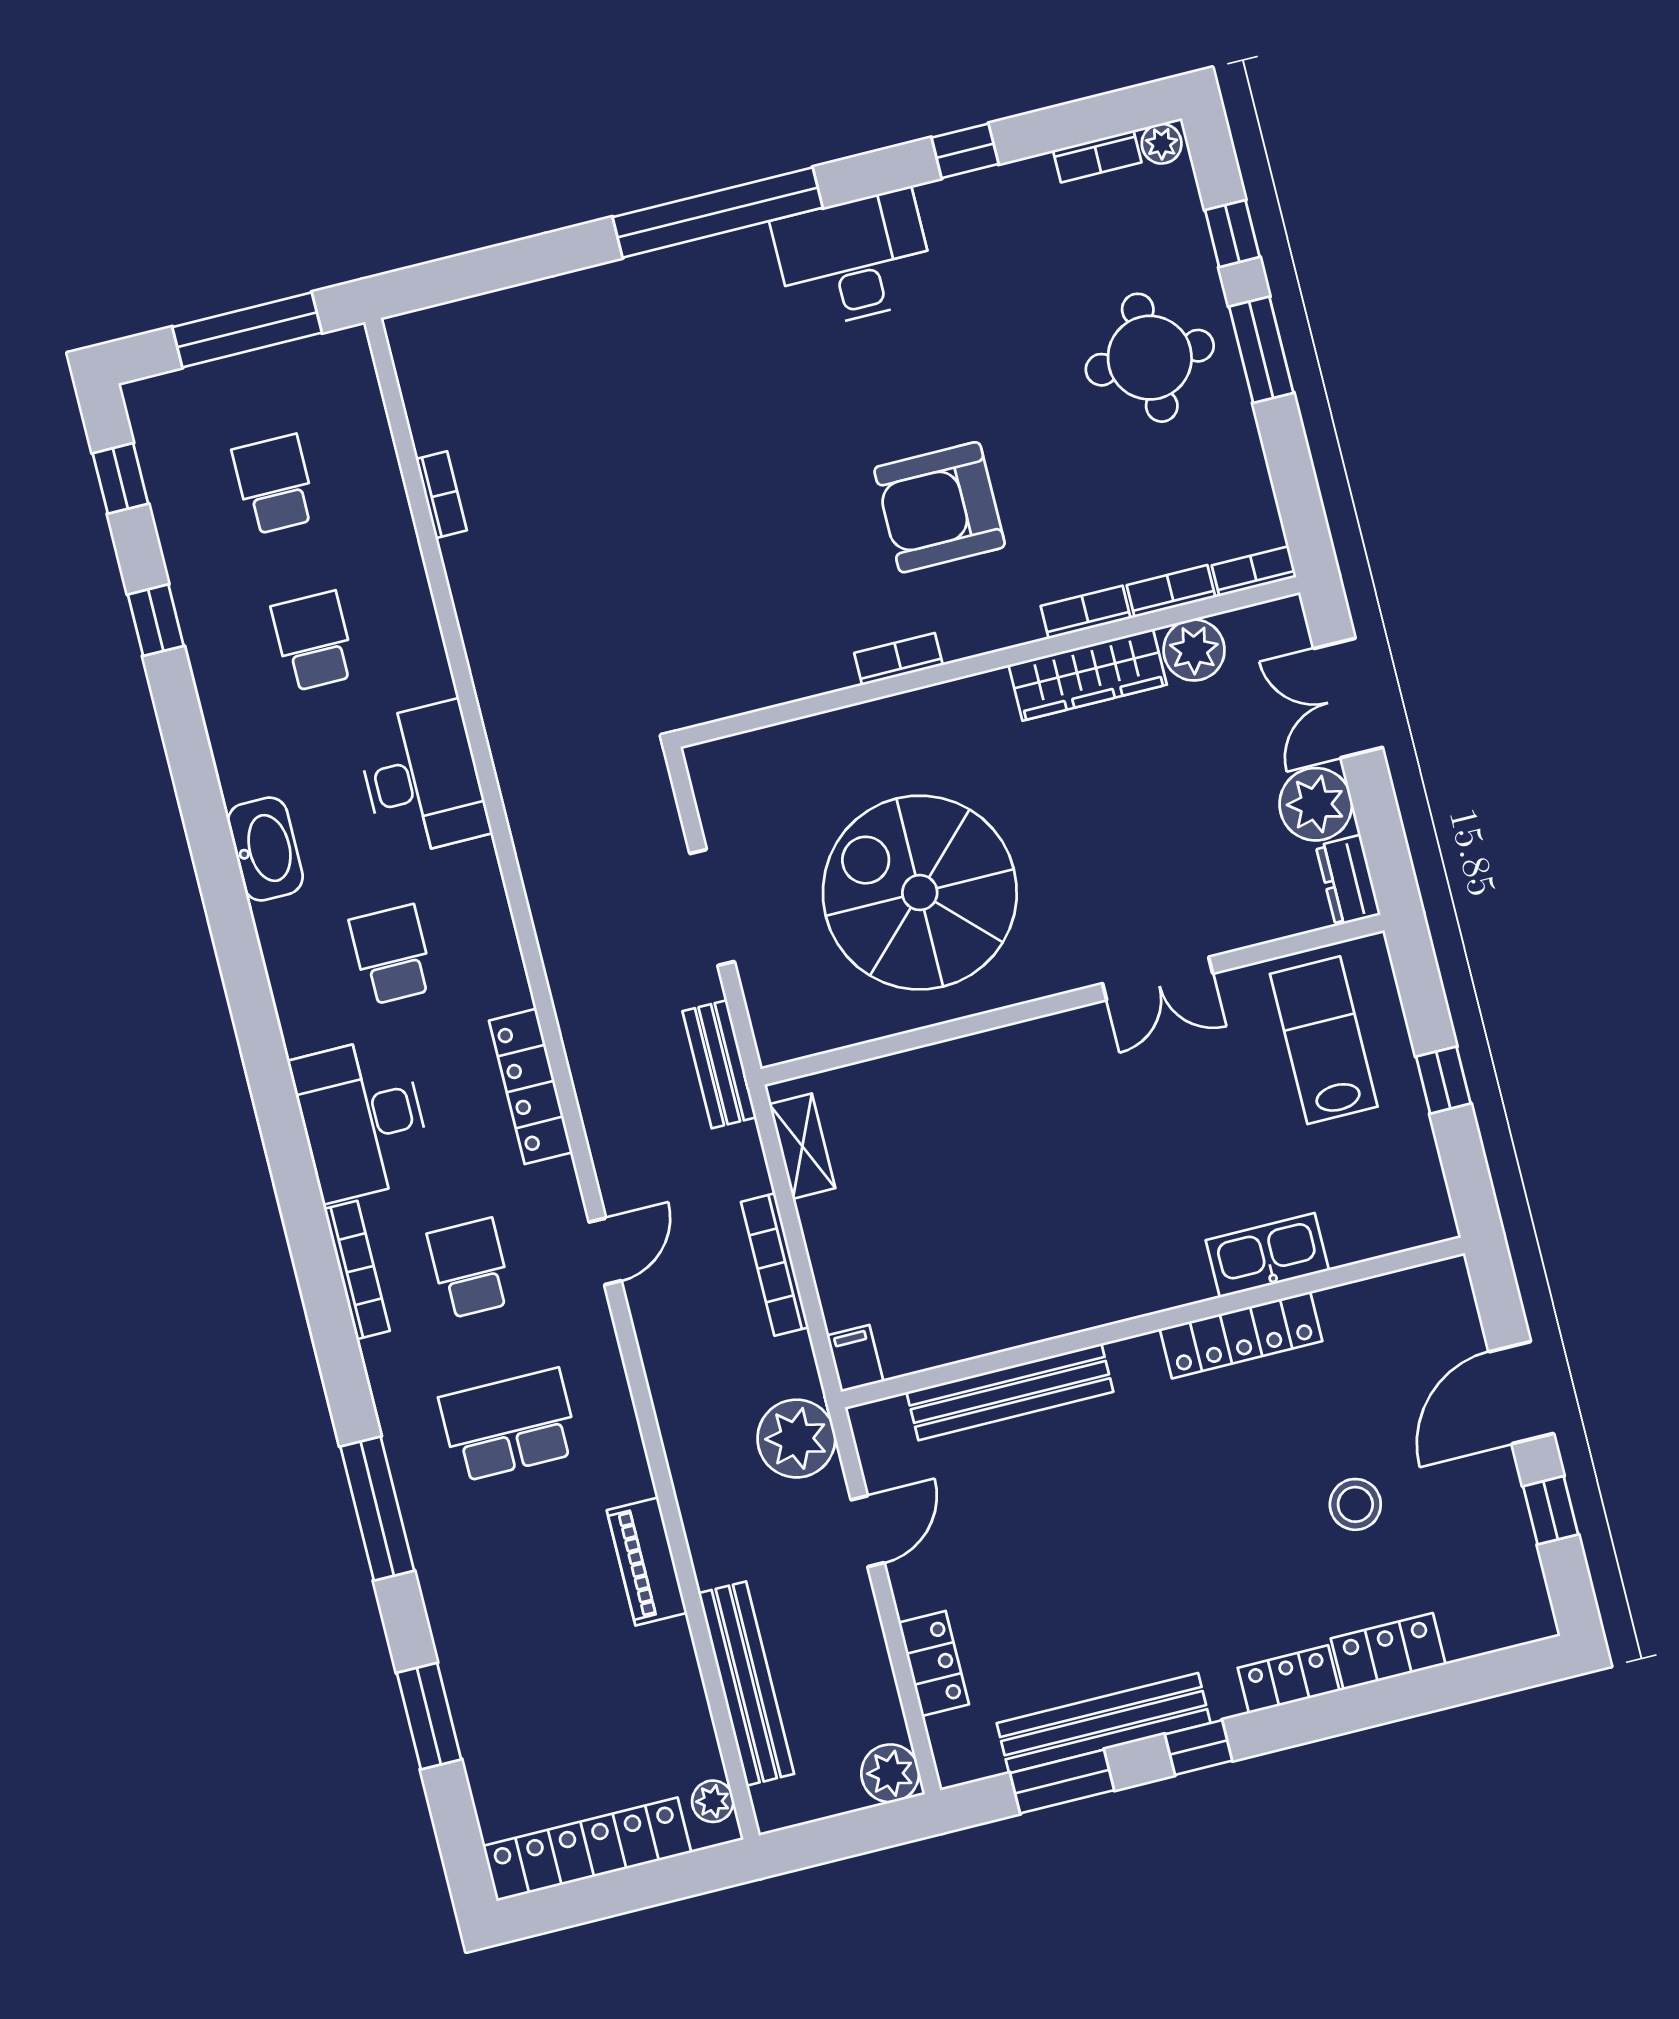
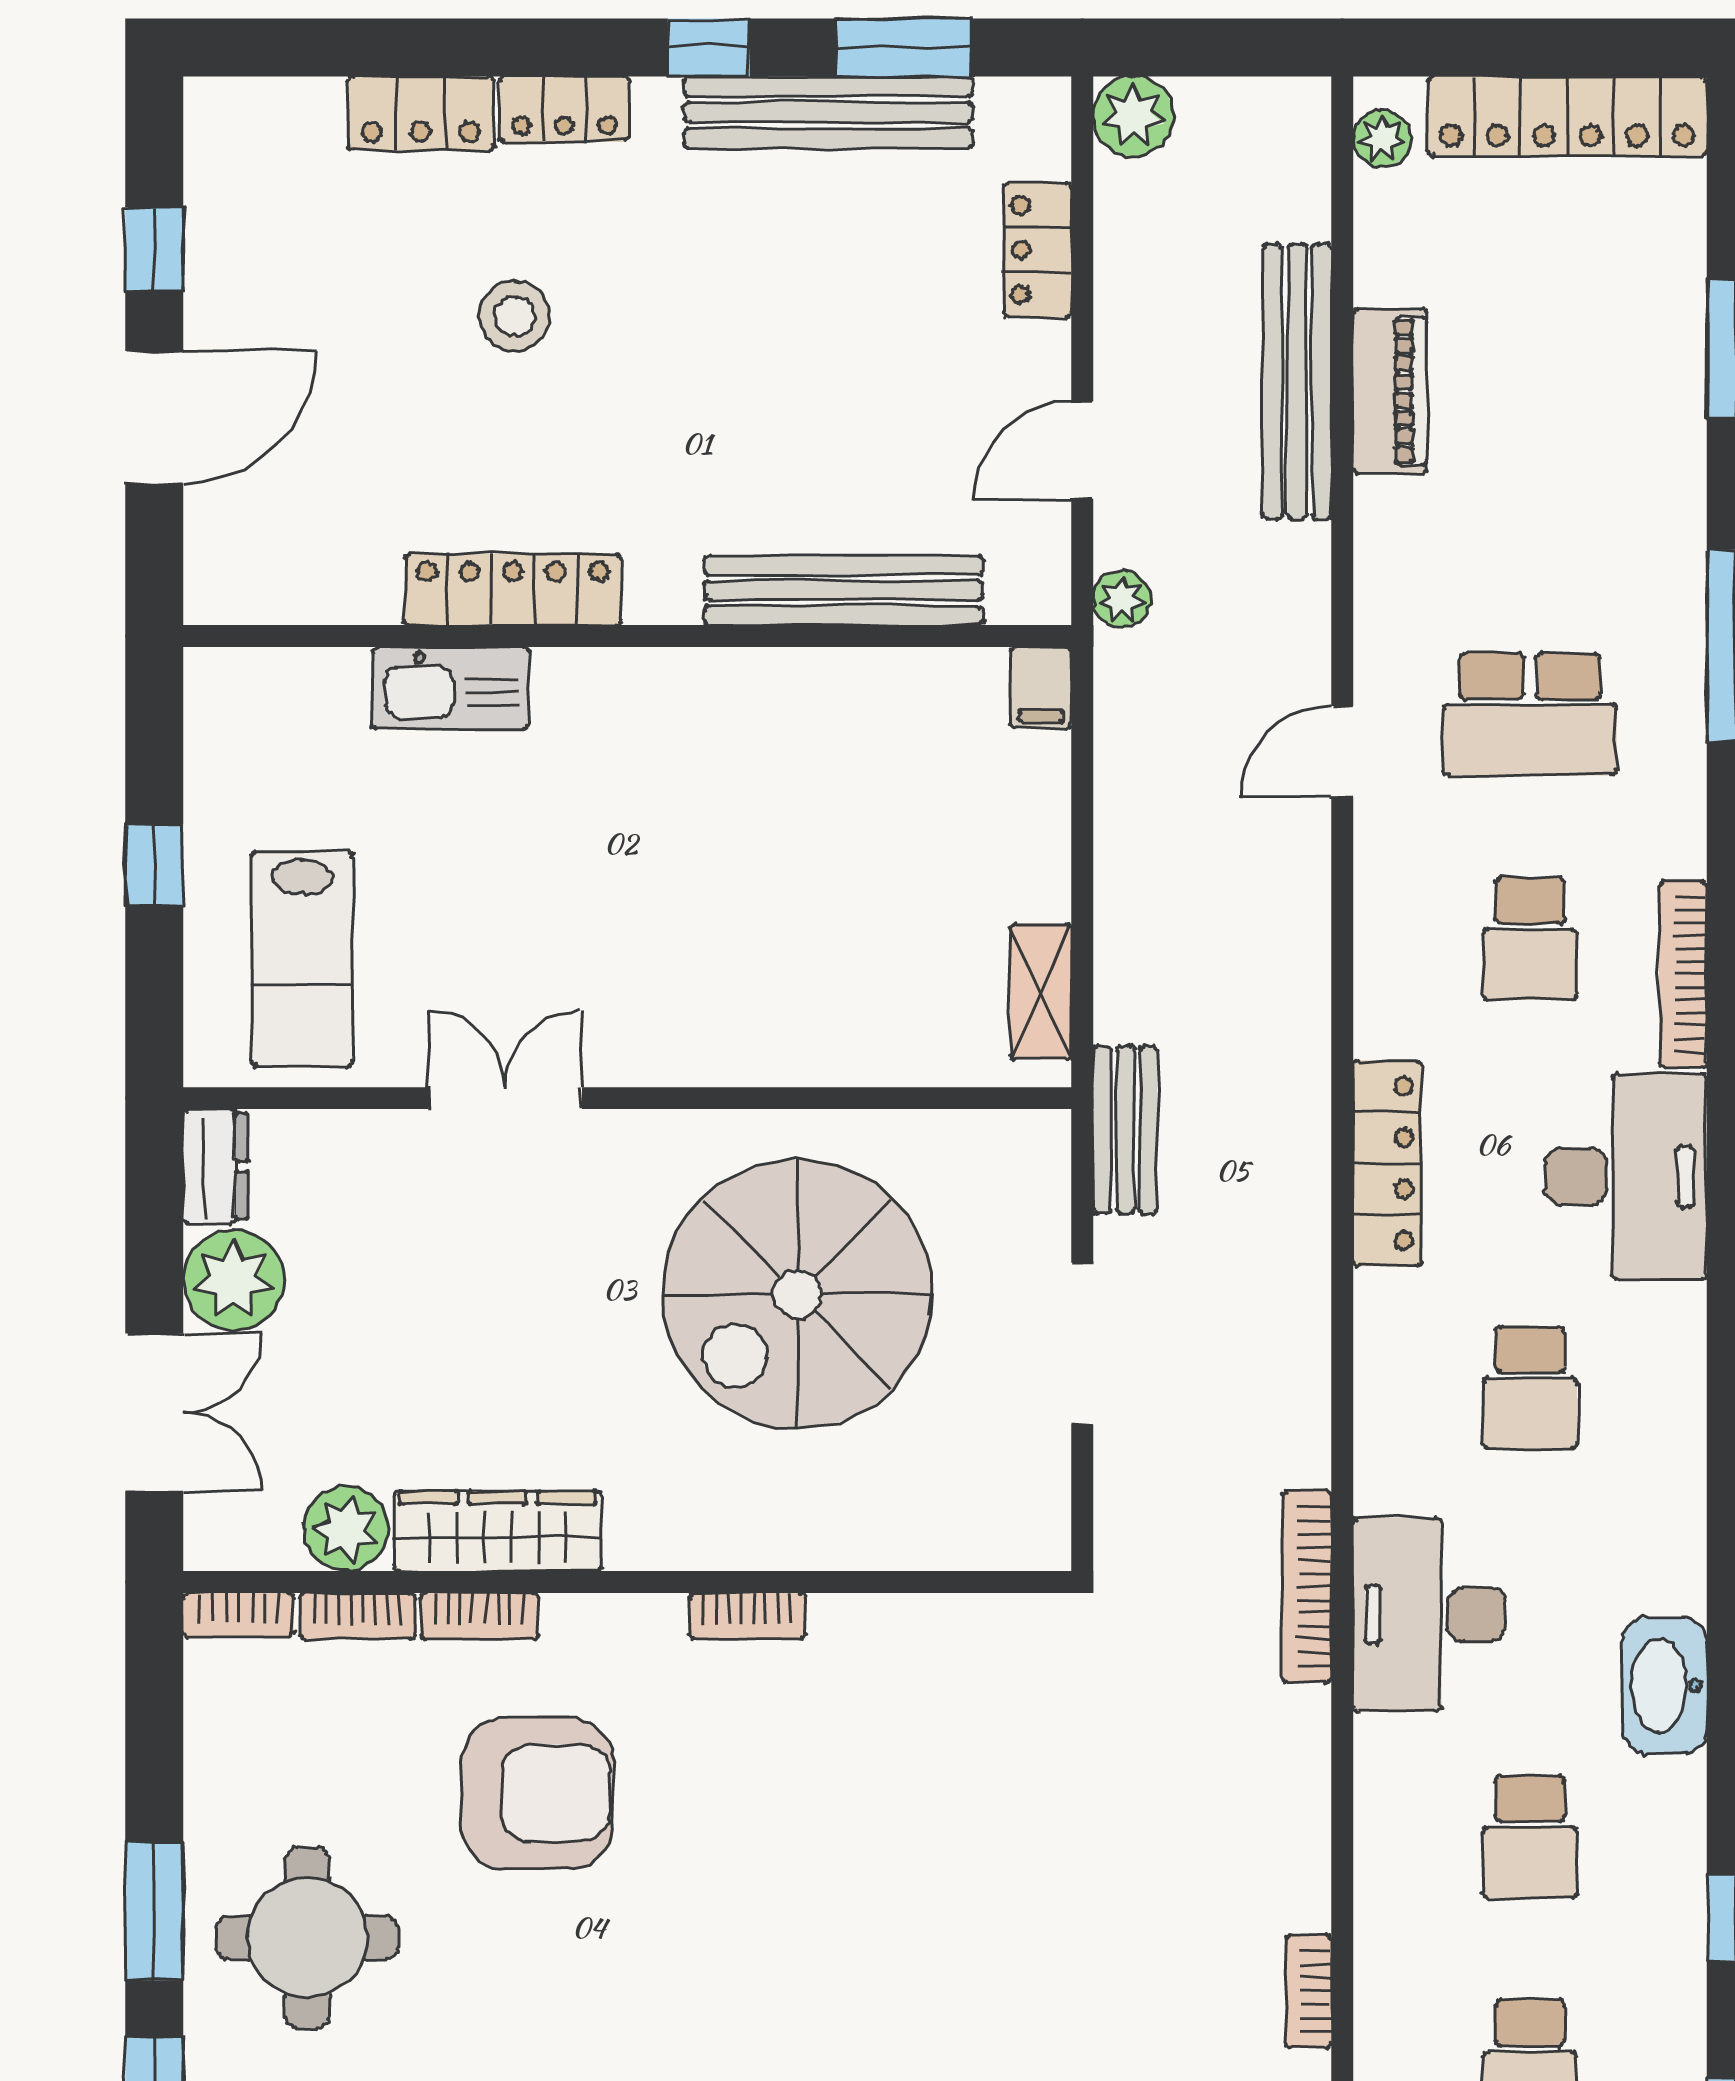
armchair: (940, 507) -> (537, 1793), moved
washbasin: (265, 849) -> (1665, 1686), moved
spiral stairs: (920, 893) -> (797, 1294), turned 90
door: (605, 1251) -> (1342, 751), moved
bookcase: (775, 1265) -> (1307, 1587), moved, turned 180
plant: (796, 1439) -> (1122, 599), width x0.53, depth x0.53
stool: (1355, 1504) -> (514, 316), moved
piano: (647, 1561) -> (1390, 391), moved
bench: (746, 1684) -> (1297, 382), moved

